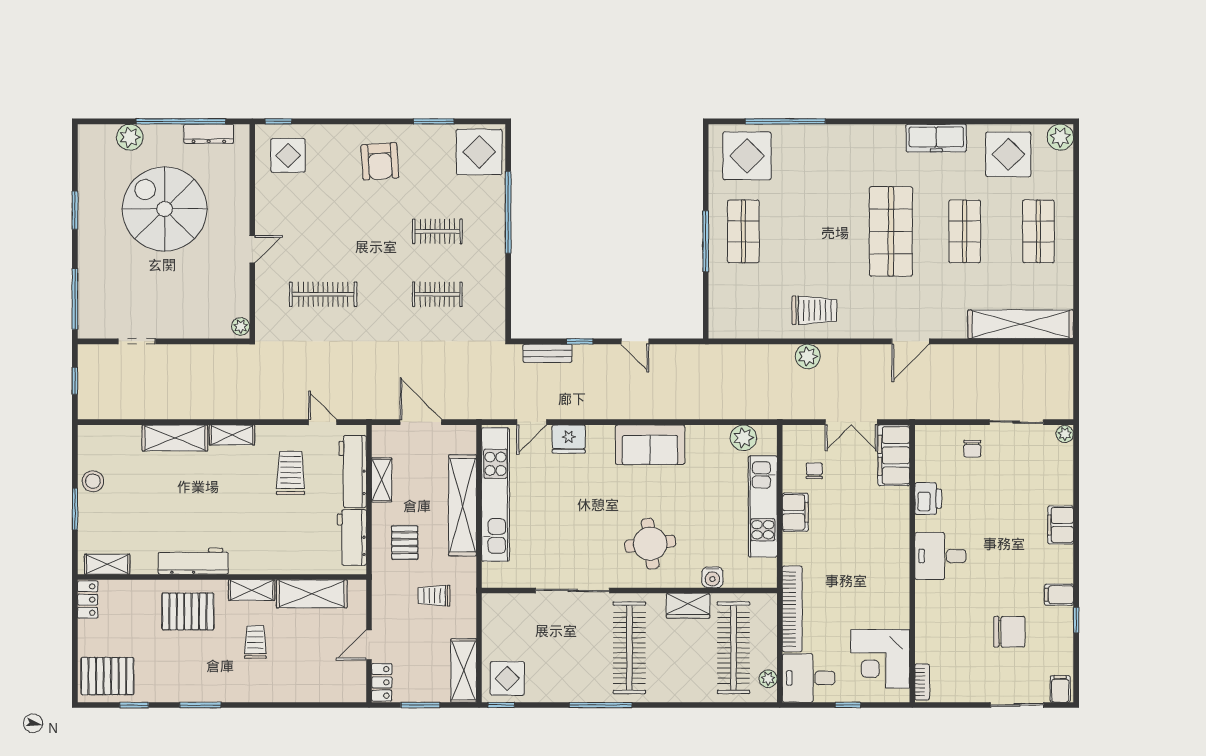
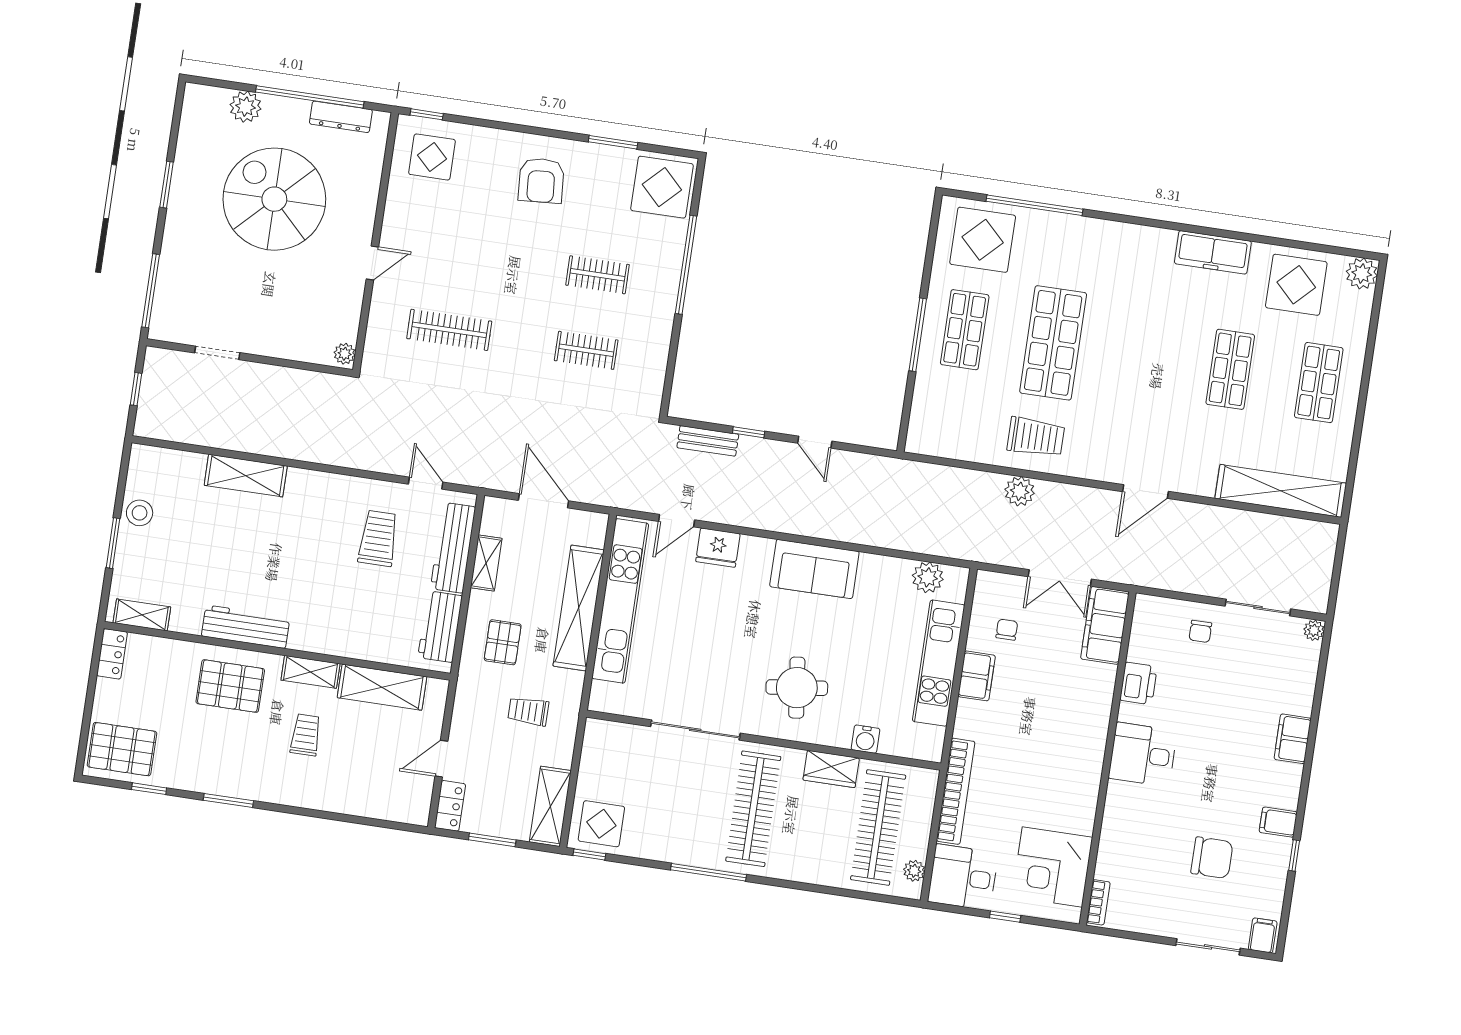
shop shelf: (891, 231) -> (1053, 343), moved
shelving: (232, 435) -> (315, 482), removed

